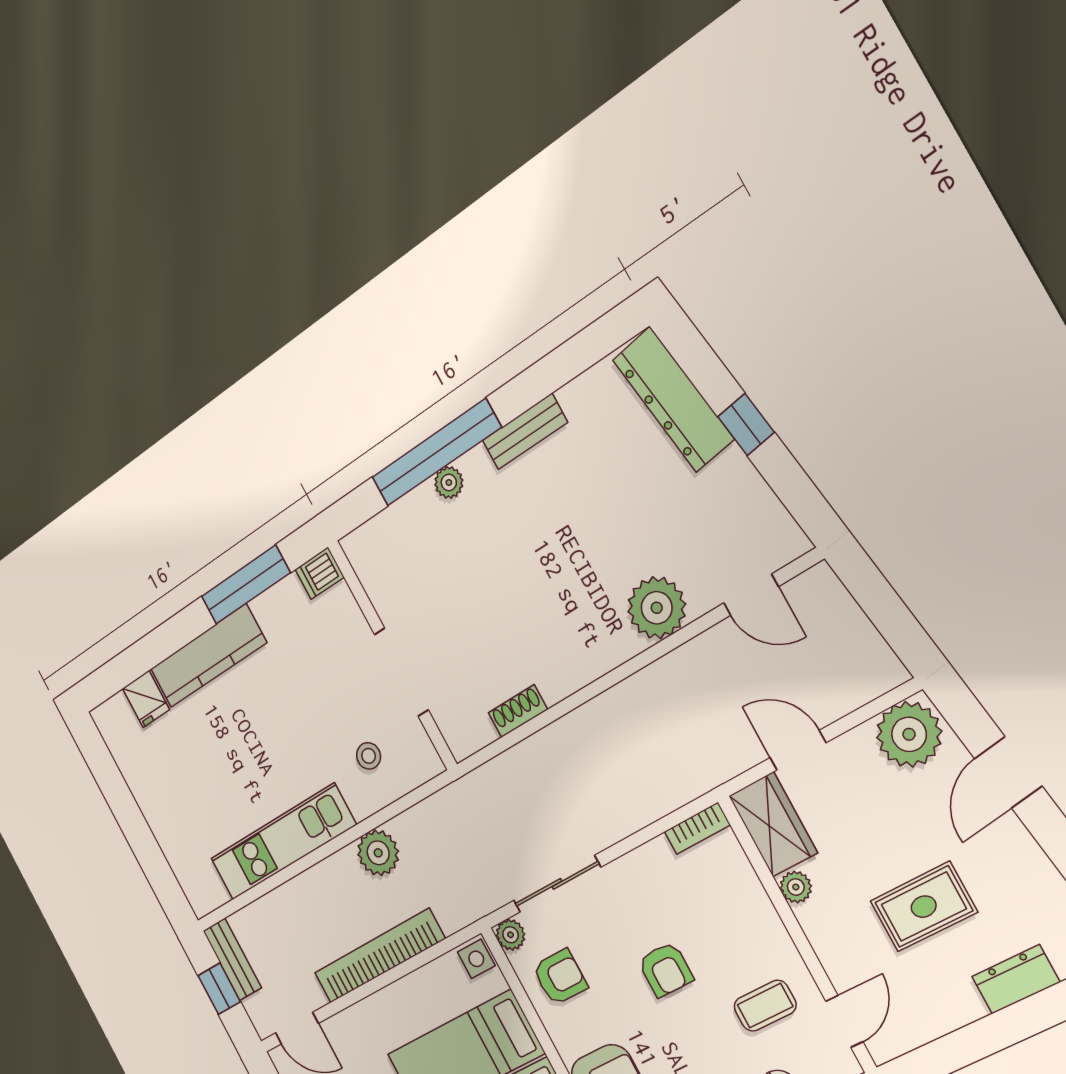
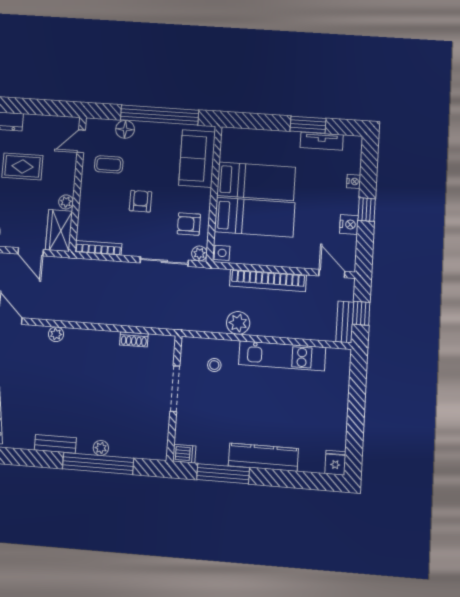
plant: (657, 608) -> (56, 334), width x0.53, depth x0.53
fridge: (146, 699) -> (335, 463), moved
bookcase: (697, 828) -> (98, 248), width x1.56

